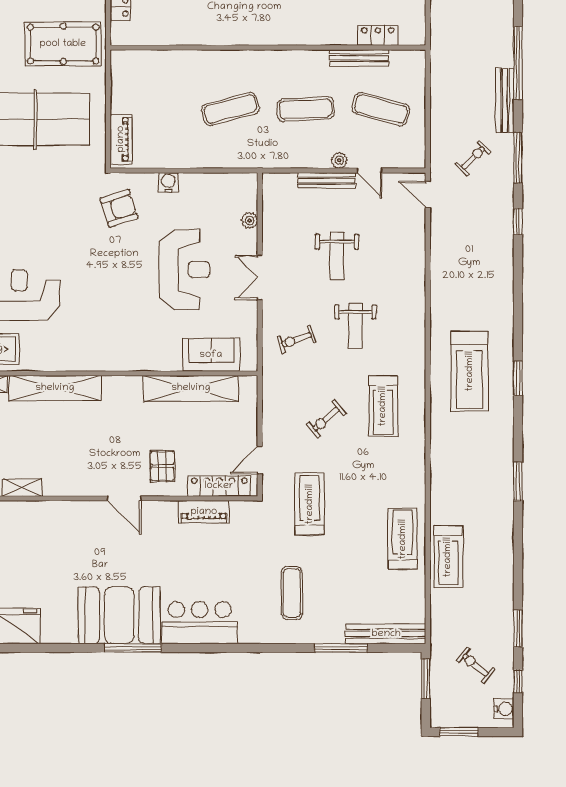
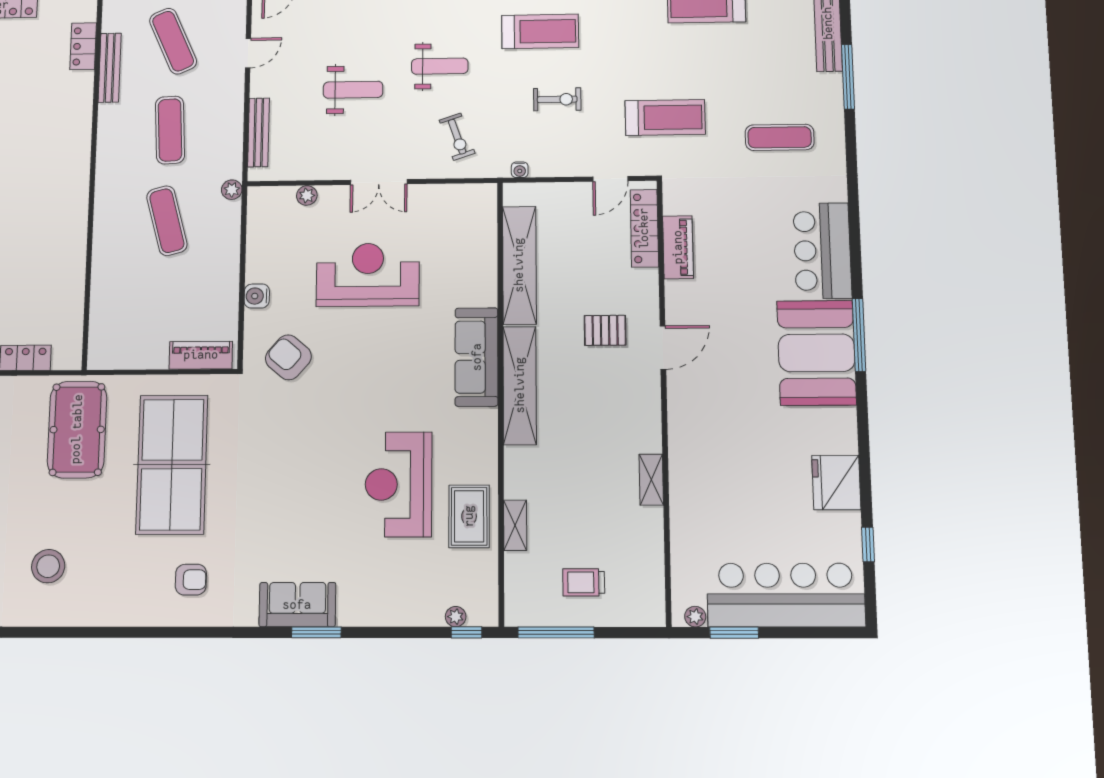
exercise mat: (381, 109) -> (173, 41), turned -39
plant: (339, 160) -> (232, 190), moved
bench: (327, 181) -> (259, 132), moved
armchair: (119, 208) -> (288, 357), turned -31
sofa: (211, 355) -> (477, 357), moved, width x1.36
shelving: (55, 388) -> (520, 385), moved
water cooler: (268, 389) -> (520, 170), added
exercise bike: (326, 419) -> (557, 99), turned -49
door: (260, 460) -> (610, 179), hinge flipped
pallet: (162, 466) -> (605, 330), moved
treadmill: (310, 504) -> (665, 117), turned 180

